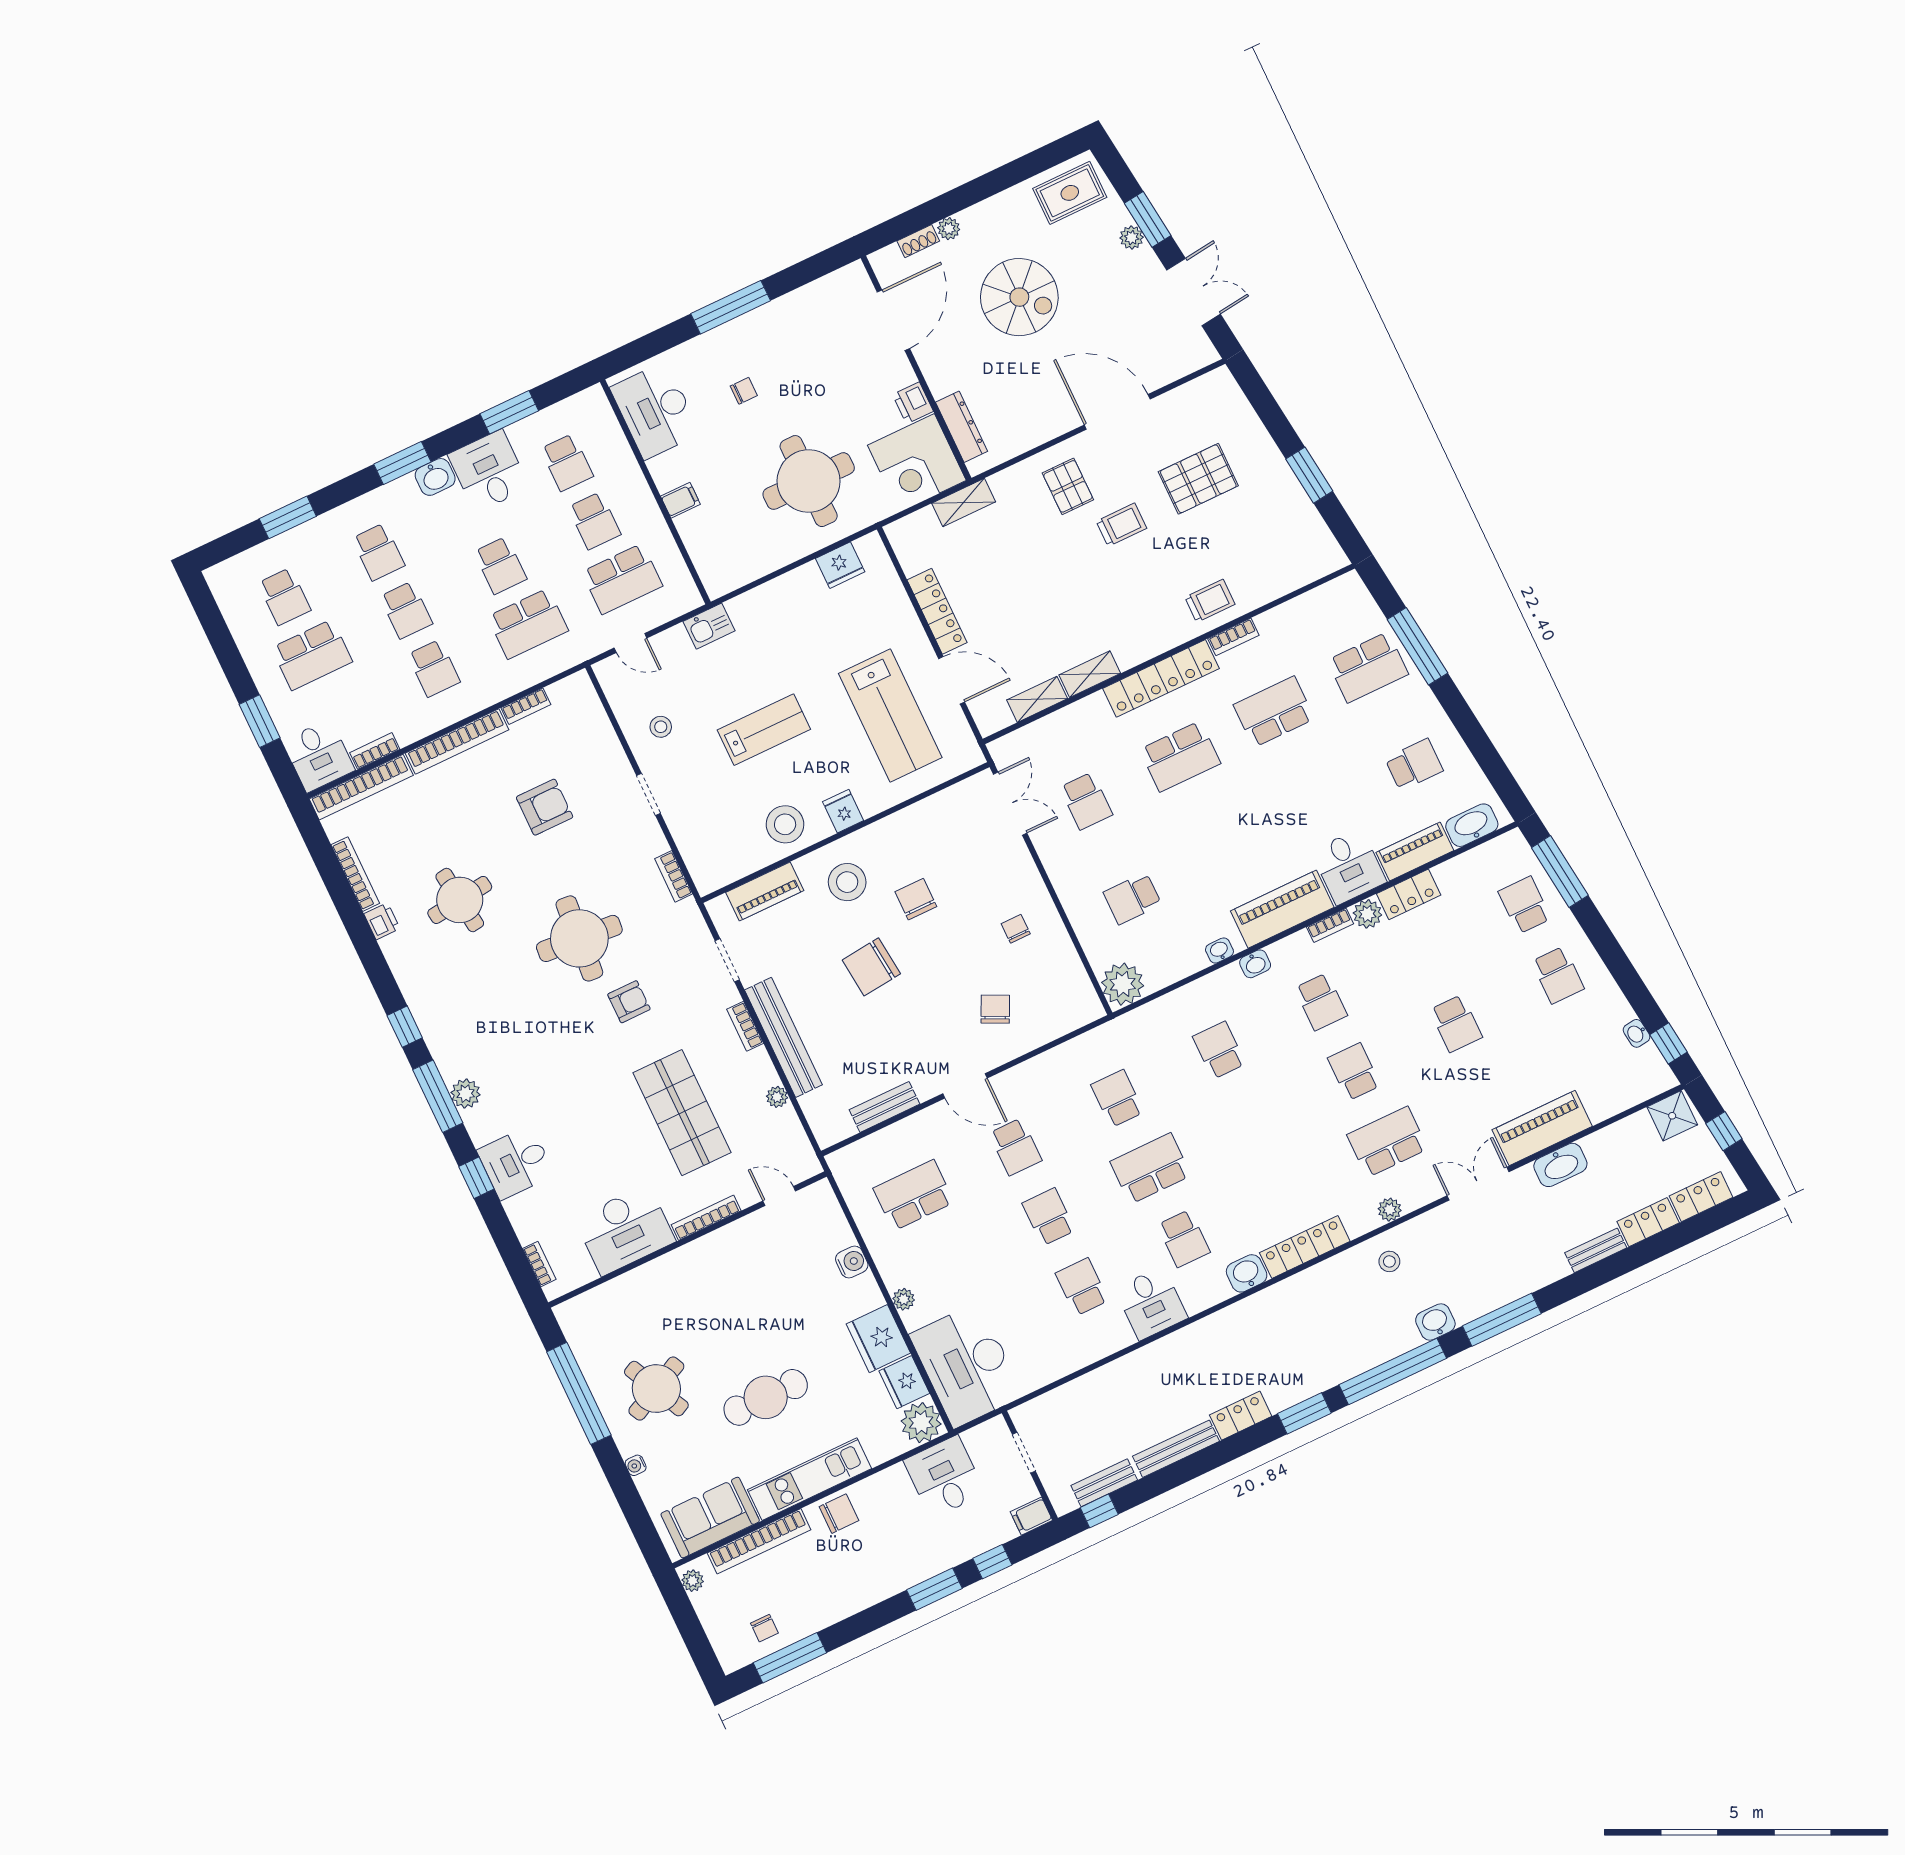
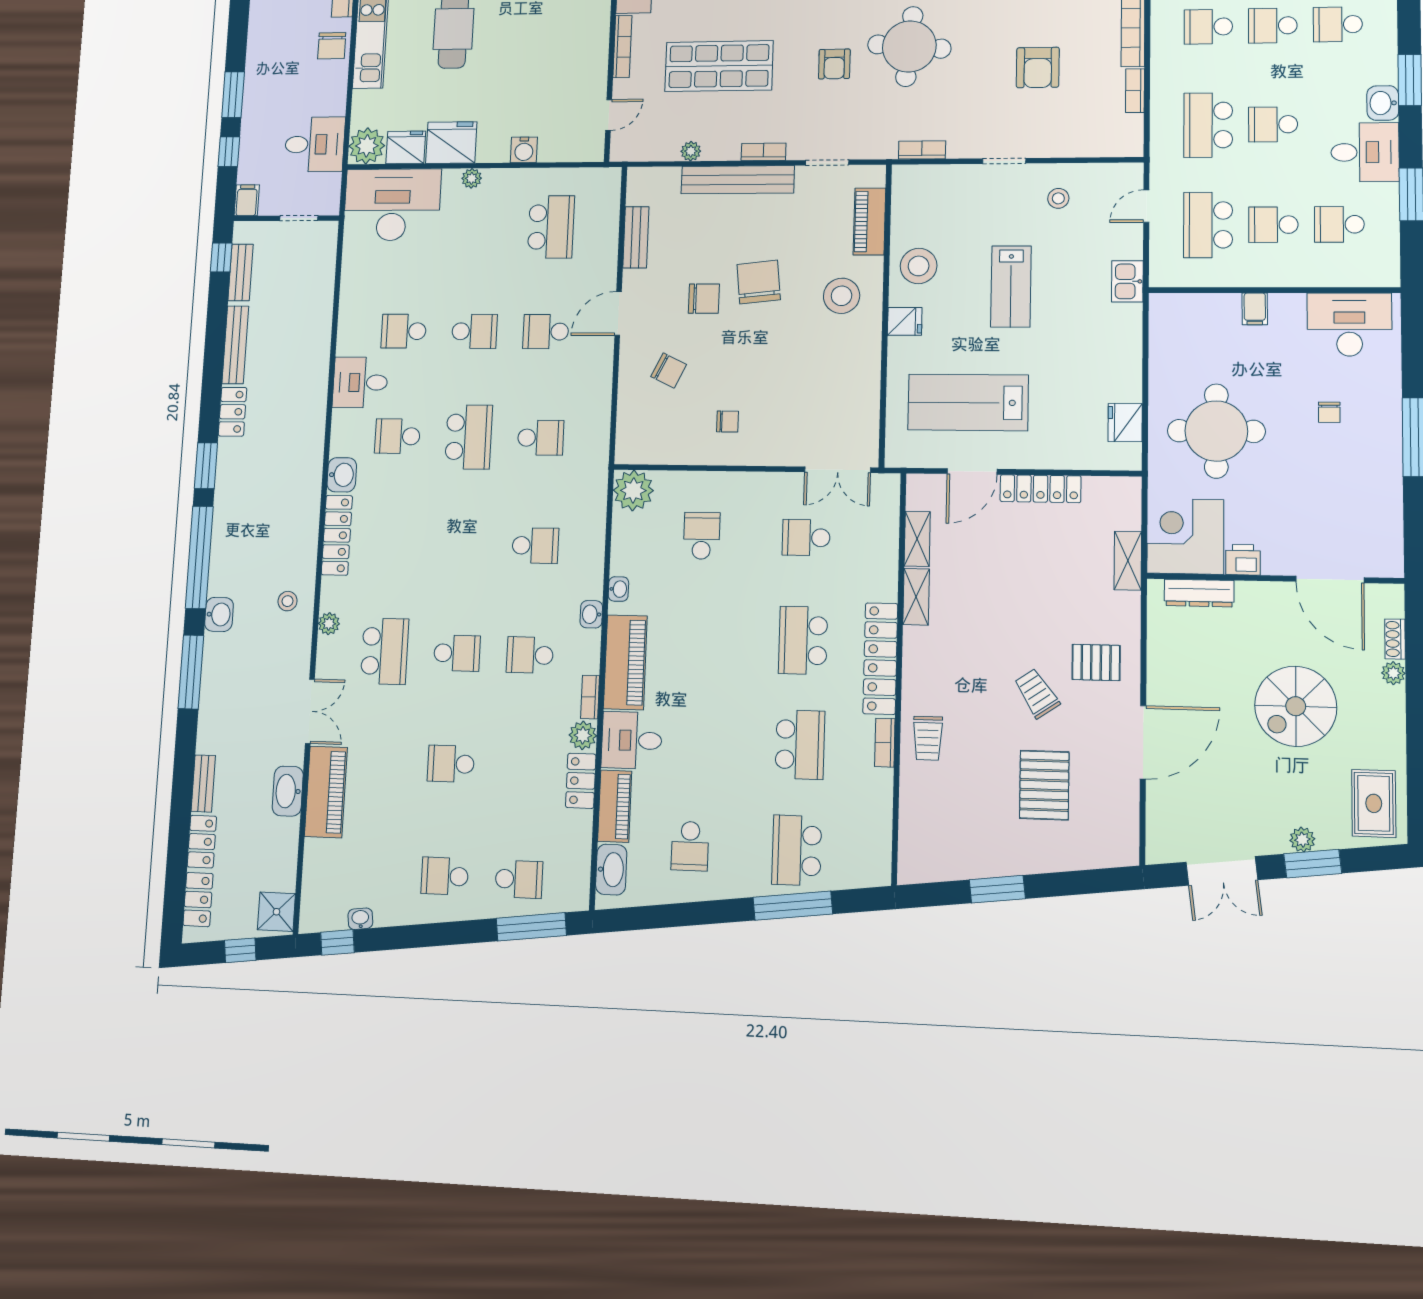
trolley: (1121, 525) -> (1037, 693), turned 146
chair: (916, 899) -> (704, 299), moved
school desk: (1082, 1287) -> (404, 331), turned 180

